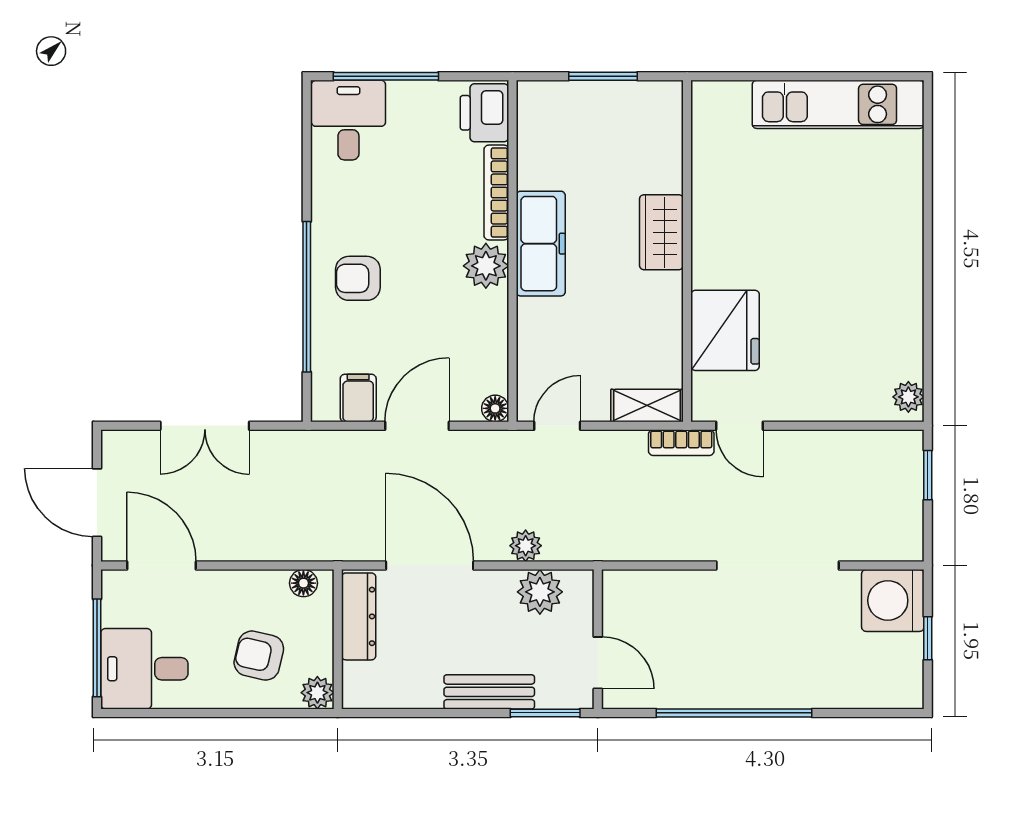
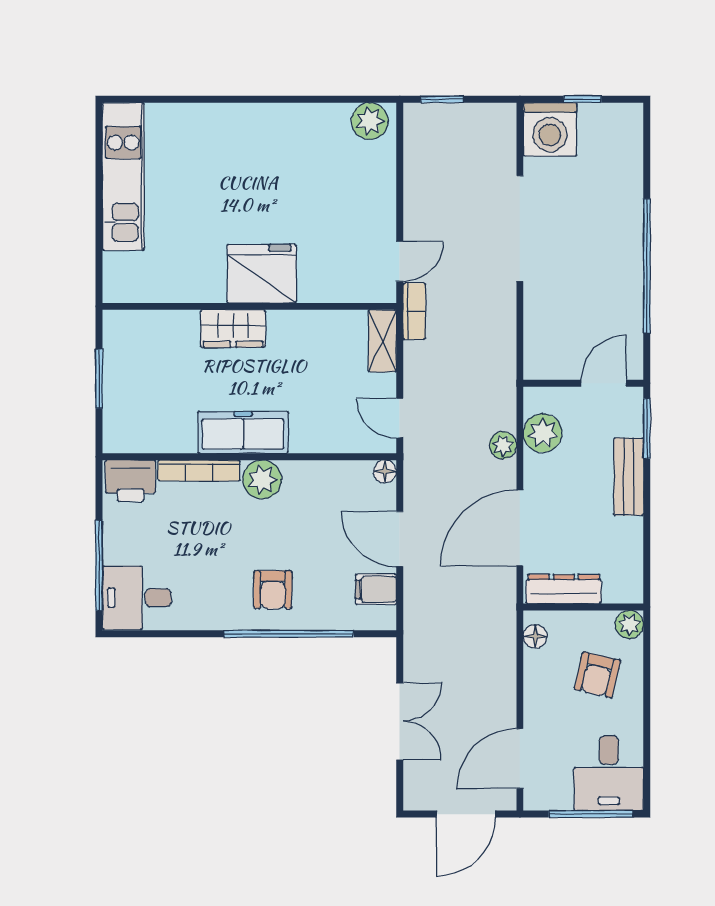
fridge: (725, 330) -> (262, 274), moved
plant: (908, 397) -> (370, 121), width x1.38, depth x1.38

